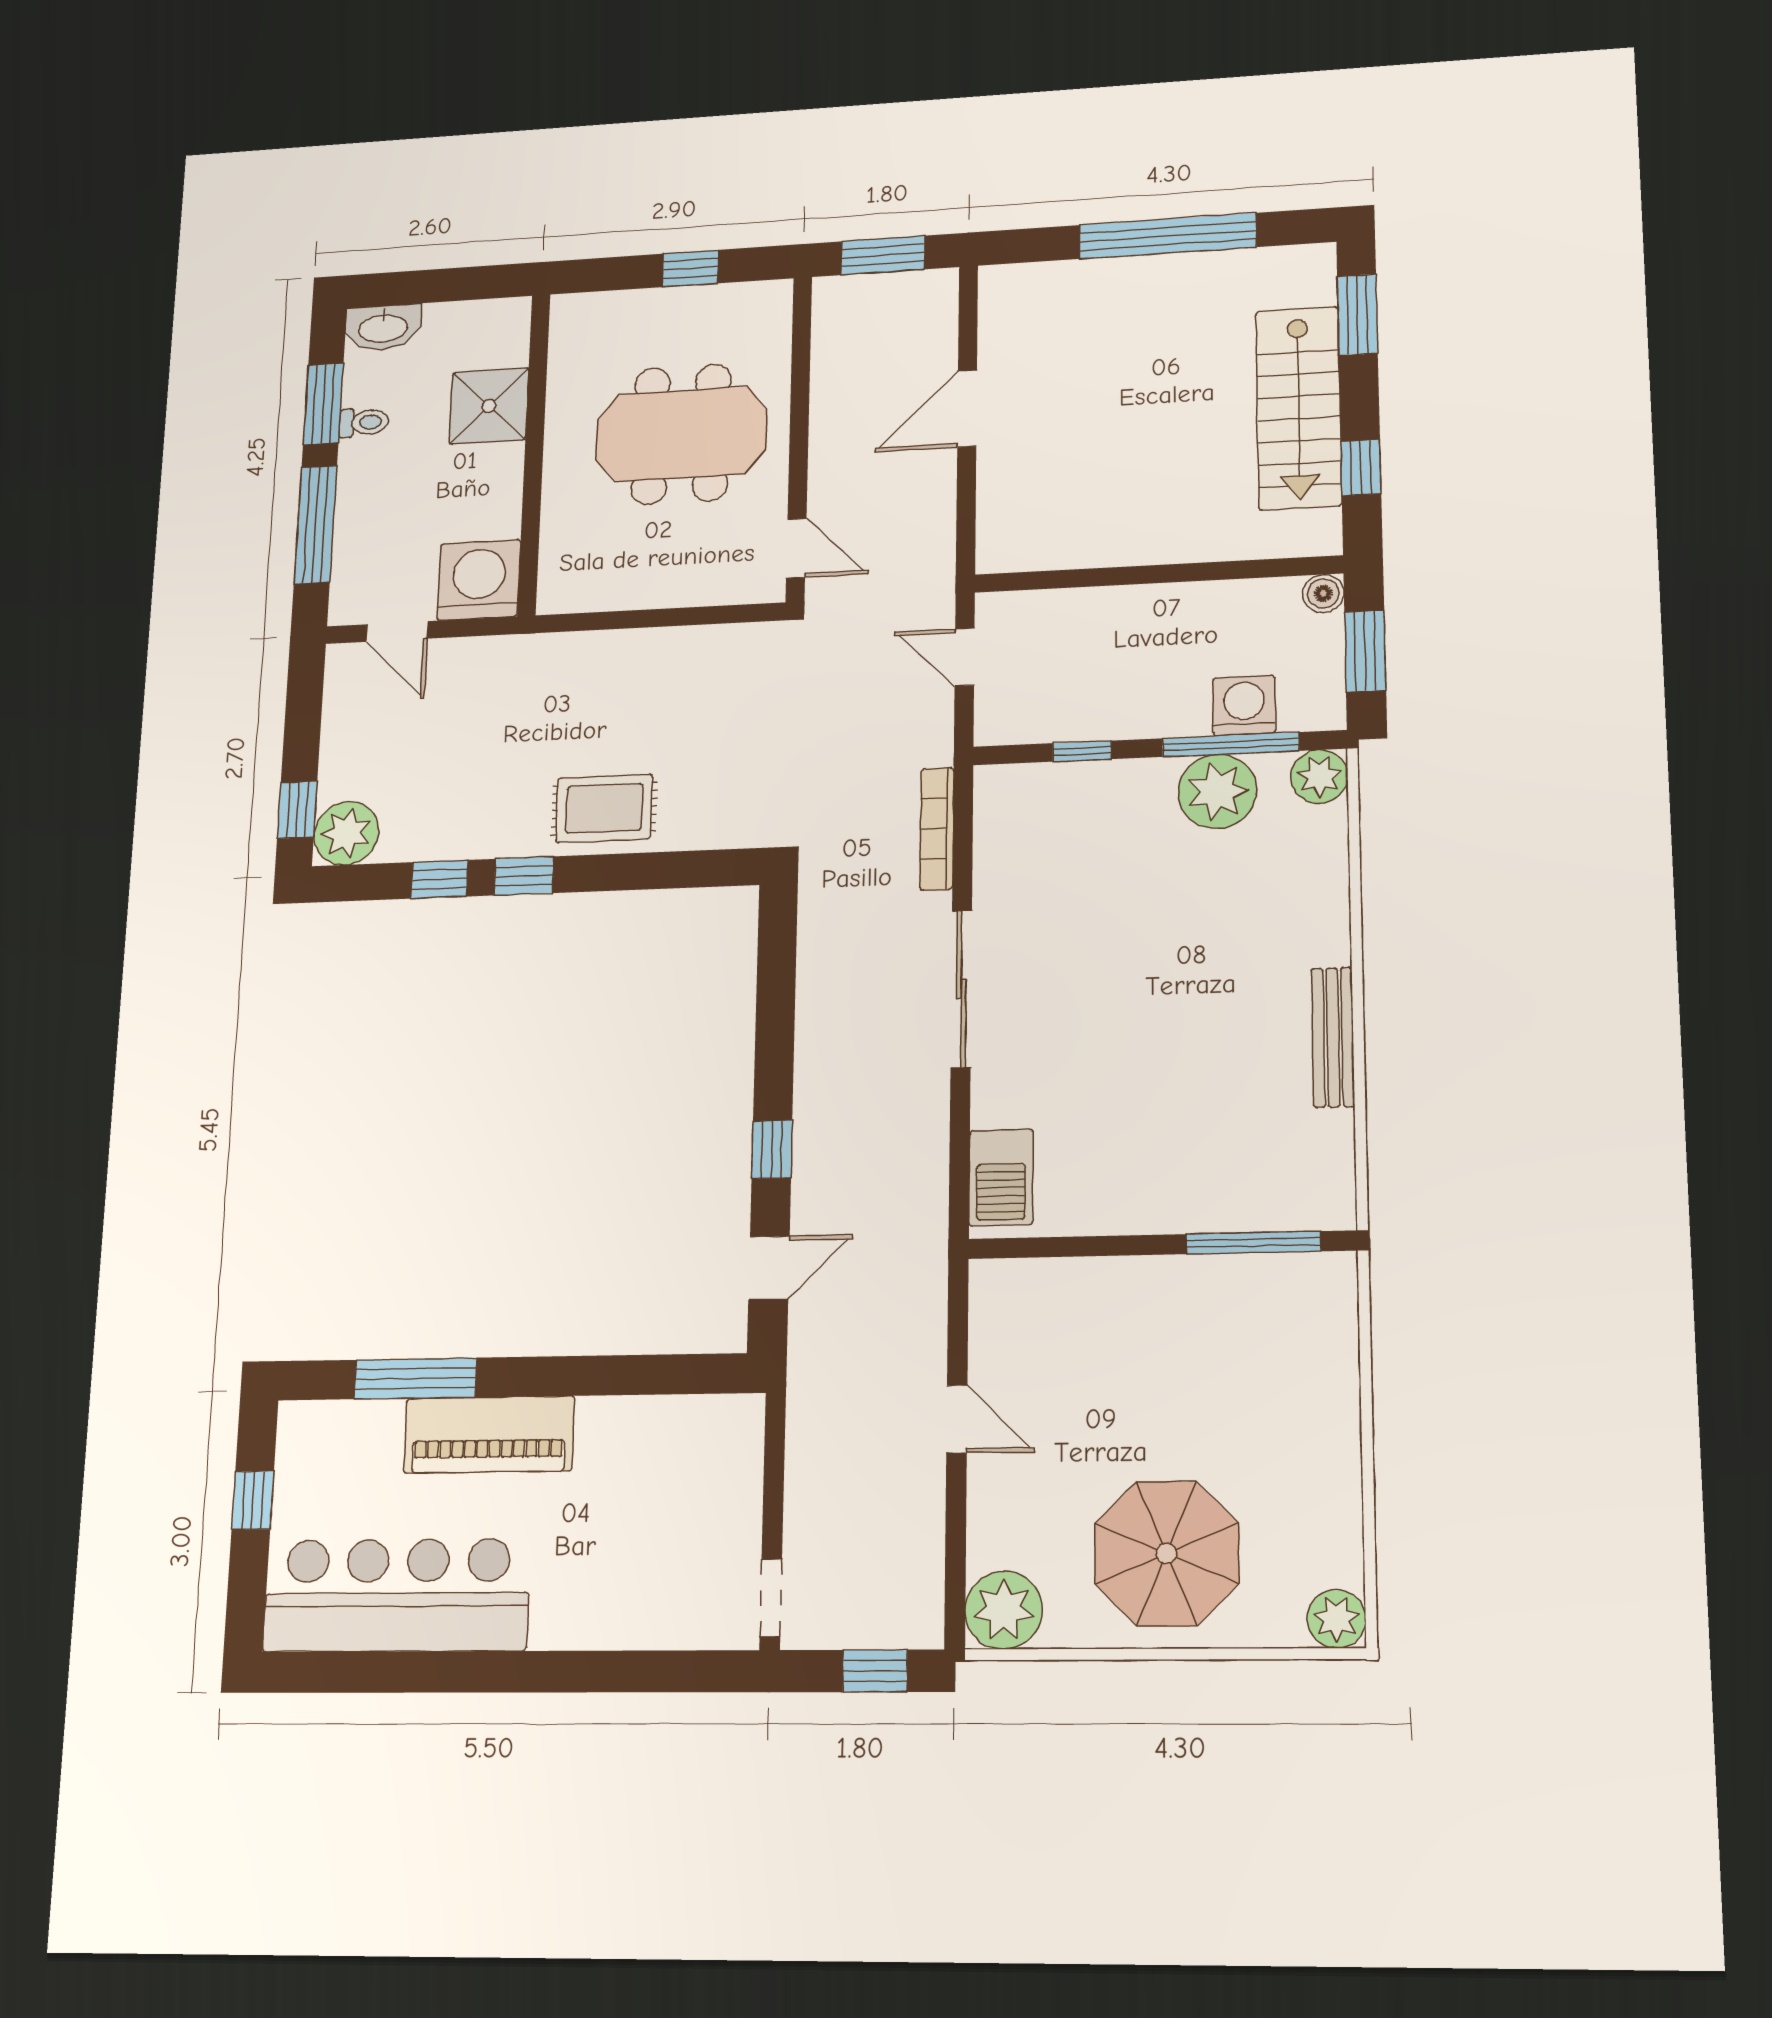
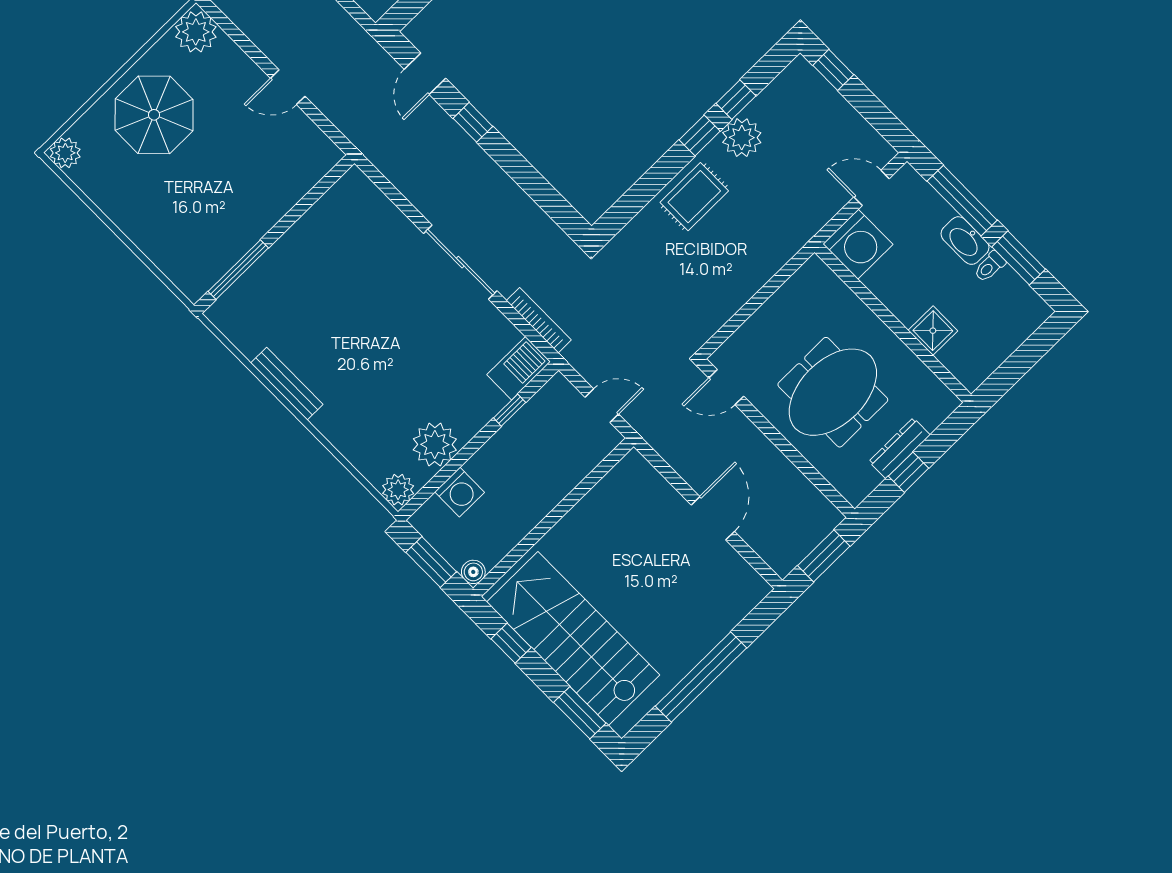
dresser: (673, 305) -> (899, 448), added
washbasin: (383, 327) -> (965, 241), moved, turned -90
shower: (489, 406) -> (933, 331), width x0.73, depth x0.73
stairs: (1299, 408) -> (573, 638), width x1.36, depth x1.51
window: (1231, 744) -> (449, 470), removed
plant: (346, 833) -> (742, 138), moved
barbecue: (1001, 1177) -> (519, 368), moved, turned 90

